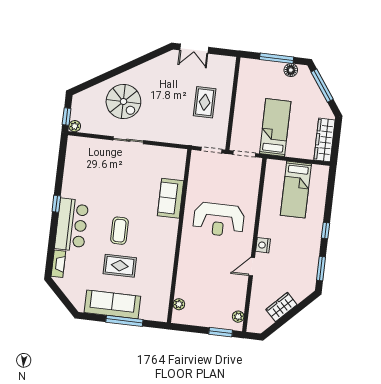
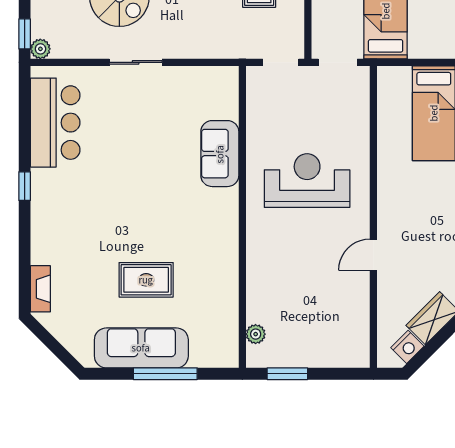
reception desk: (219, 220) -> (307, 181), turned 180
bar counter: (72, 225) -> (55, 123), moved
coffee table: (119, 231) -> (139, 219), removed
nightstand: (263, 245) -> (407, 347), moved, turned -135
plant: (238, 317) -> (360, 343), removed
window: (221, 332) -> (287, 374), moved

